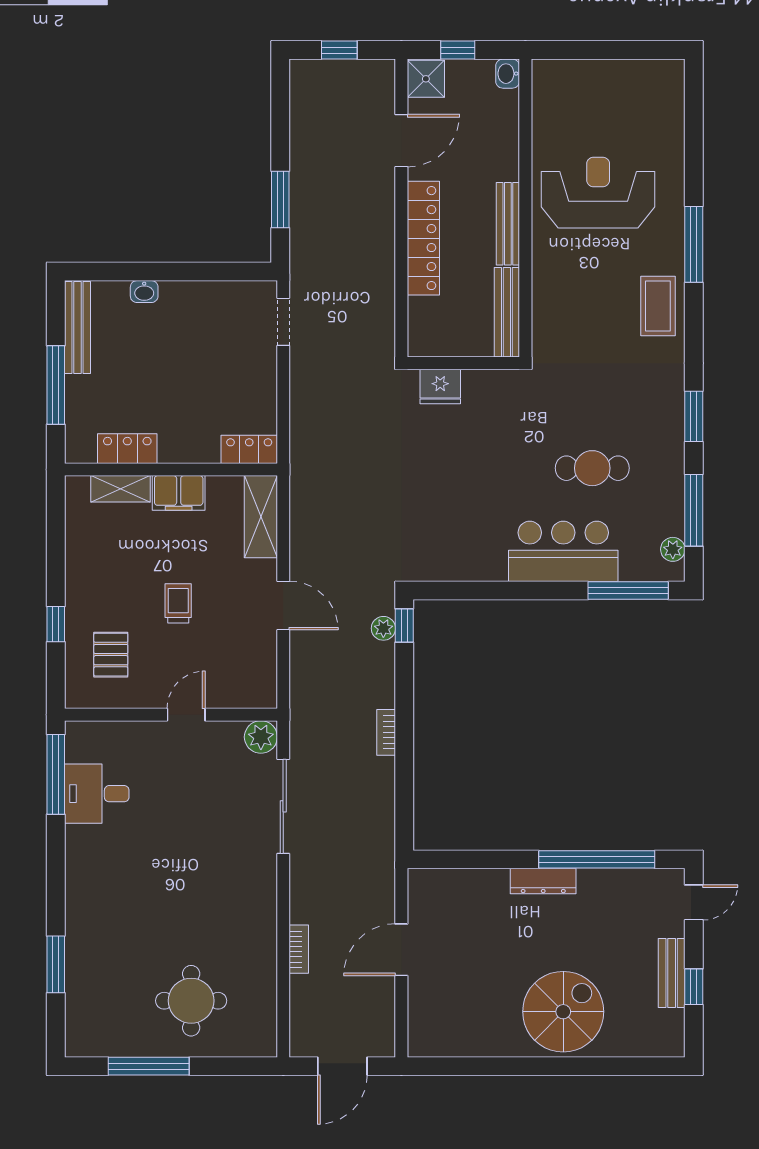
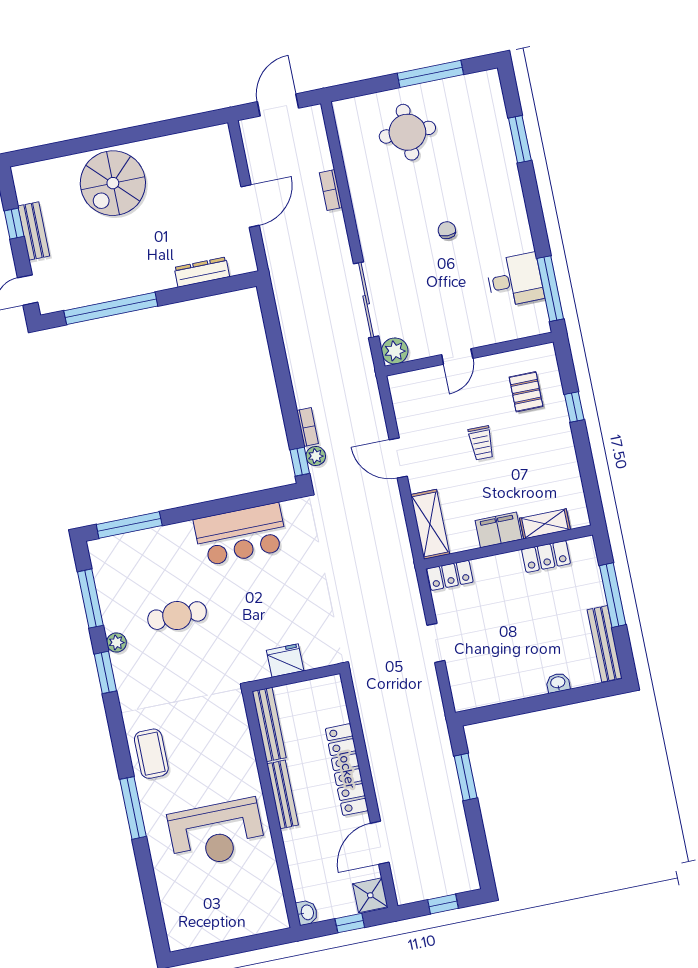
doorway: (283, 322) -> (436, 643), moved
fridge: (440, 386) -> (285, 661), moved
plant: (673, 549) -> (117, 642), moved
bar counter: (563, 551) -> (241, 534), moved
bookcase: (386, 732) -> (308, 427), moved
chair: (167, 871) -> (447, 230), added
dresser: (543, 881) -> (202, 272), moved

